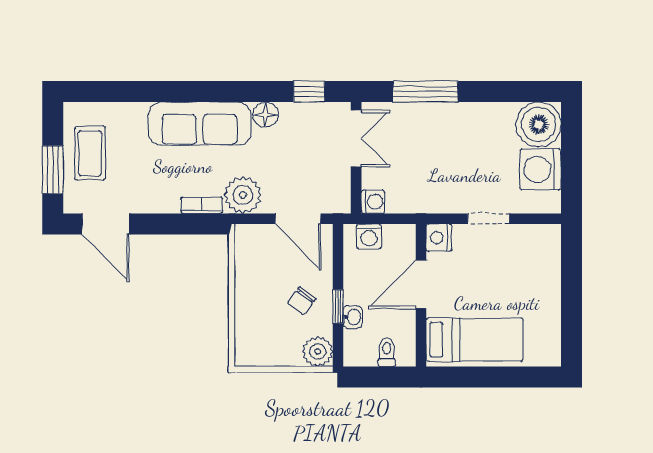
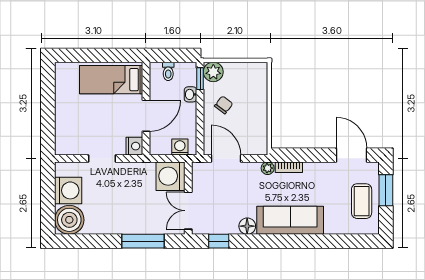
plant: (243, 195) -> (268, 168), width x0.53, depth x0.53
washing machine: (373, 202) -> (170, 176), width x1.89, depth x1.89
window: (338, 307) -> (200, 79), moved

